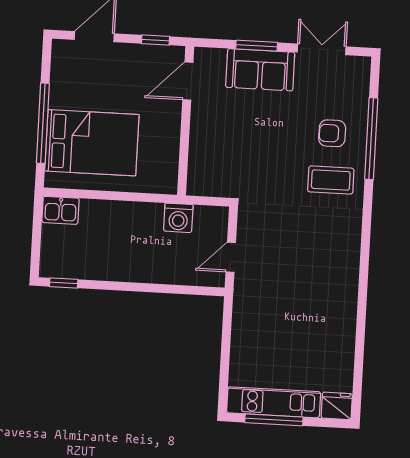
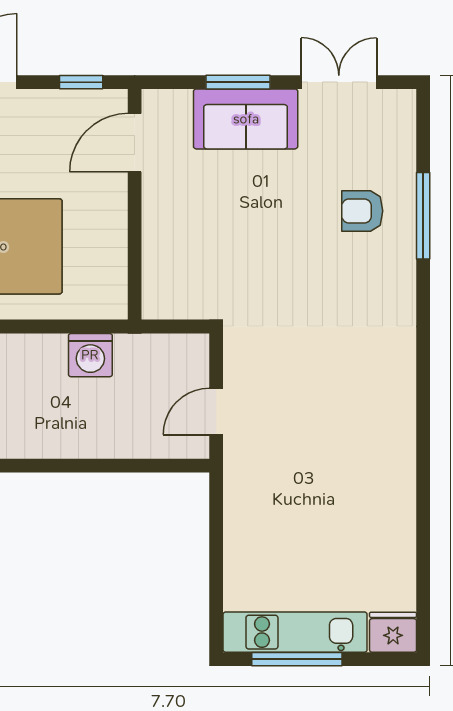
window: (371, 139) -> (423, 216), width x0.68
coffee table: (331, 180) -> (364, 283), removed
washing machine: (178, 218) -> (90, 355), moved

